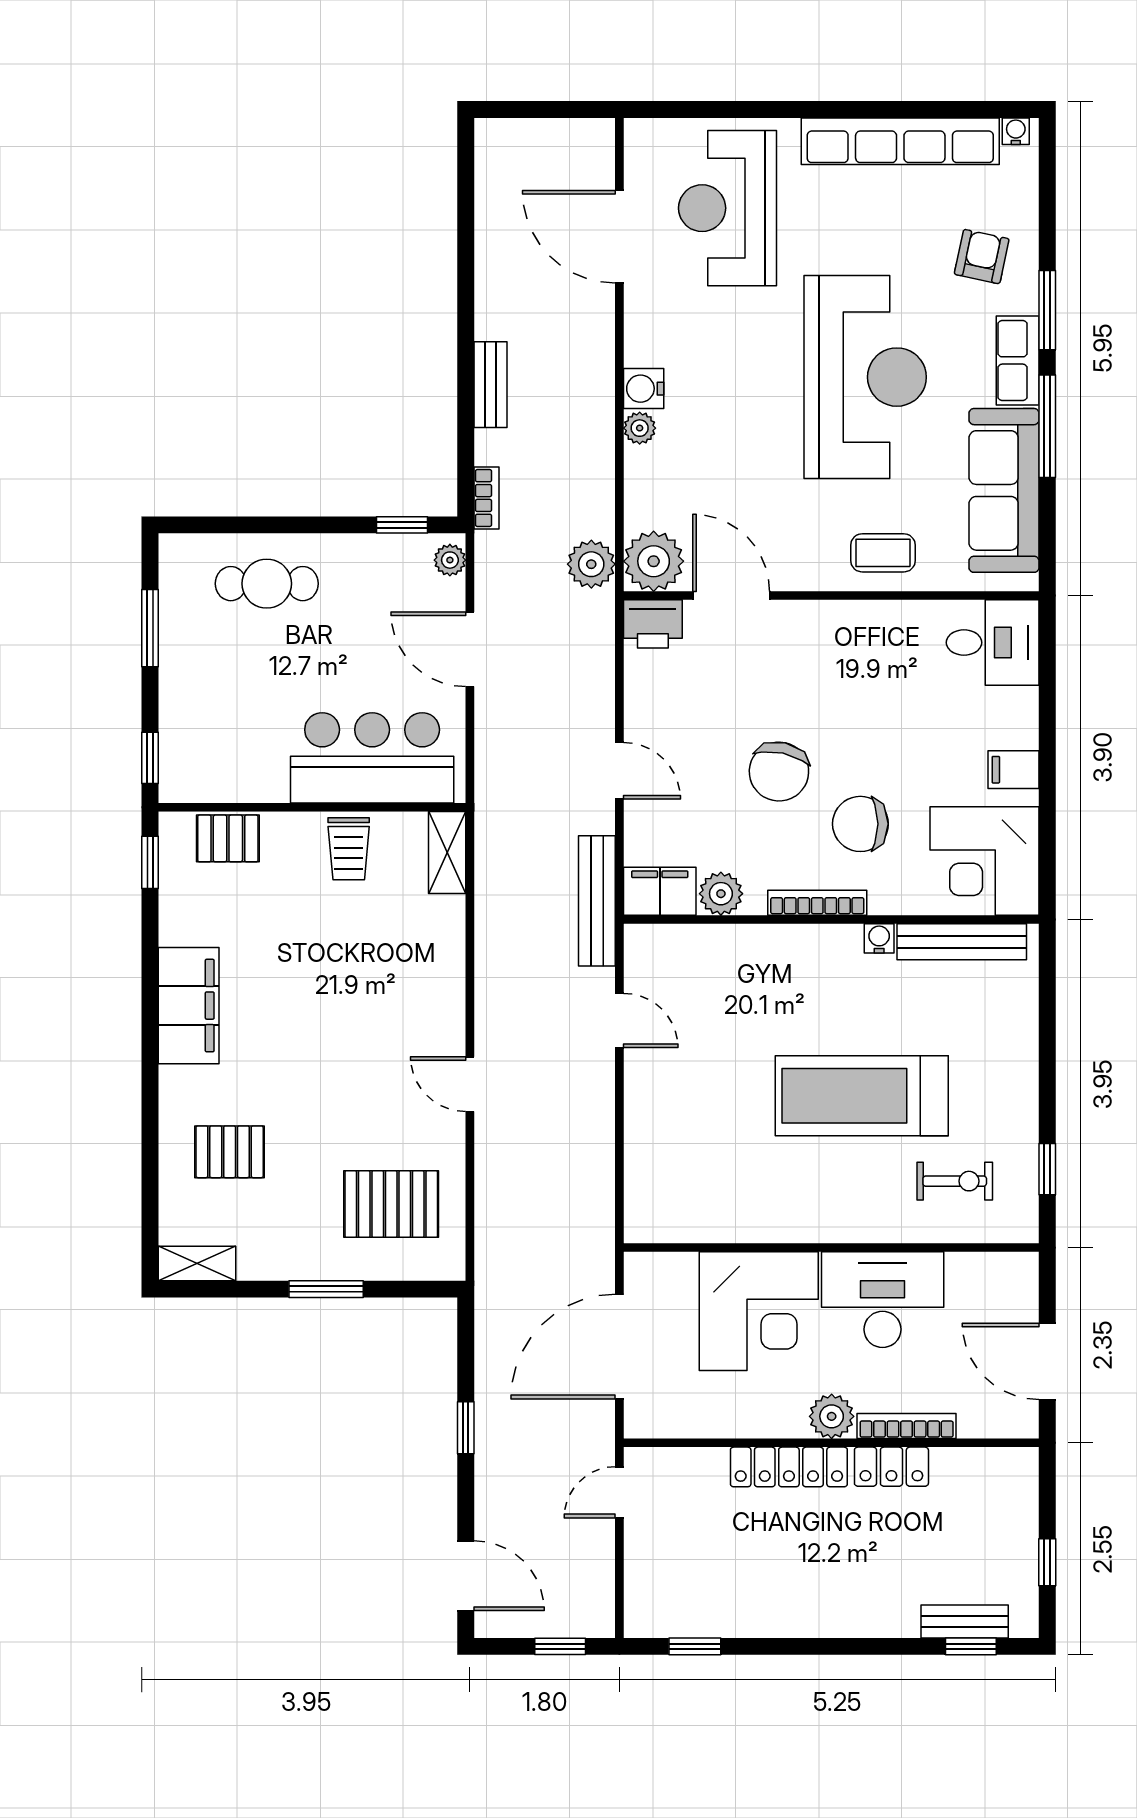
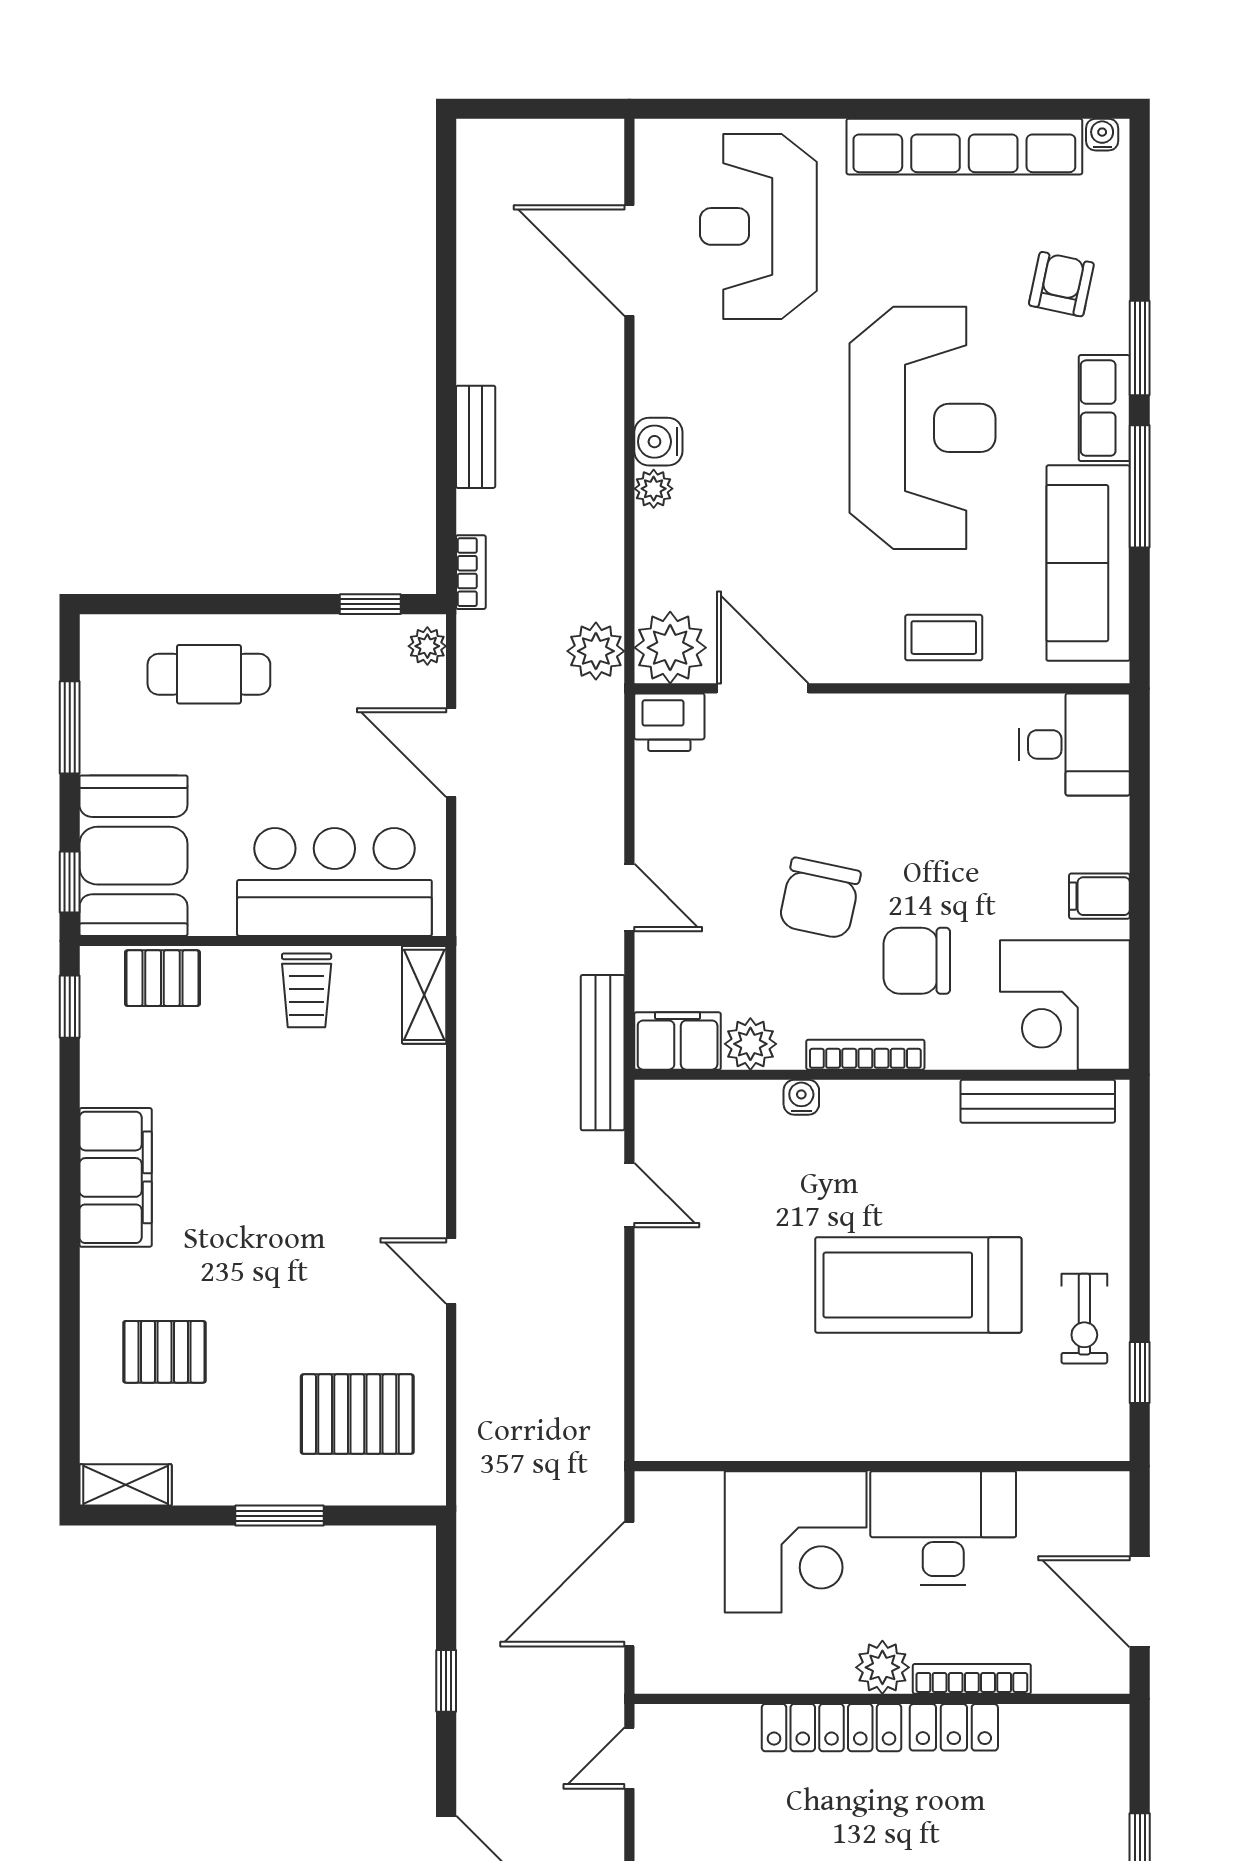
booth: (204, 736) -> (133, 856), added
water cooler: (879, 938) -> (801, 1097), moved
exercise bike: (955, 1181) -> (1084, 1319), moved, turned 90

